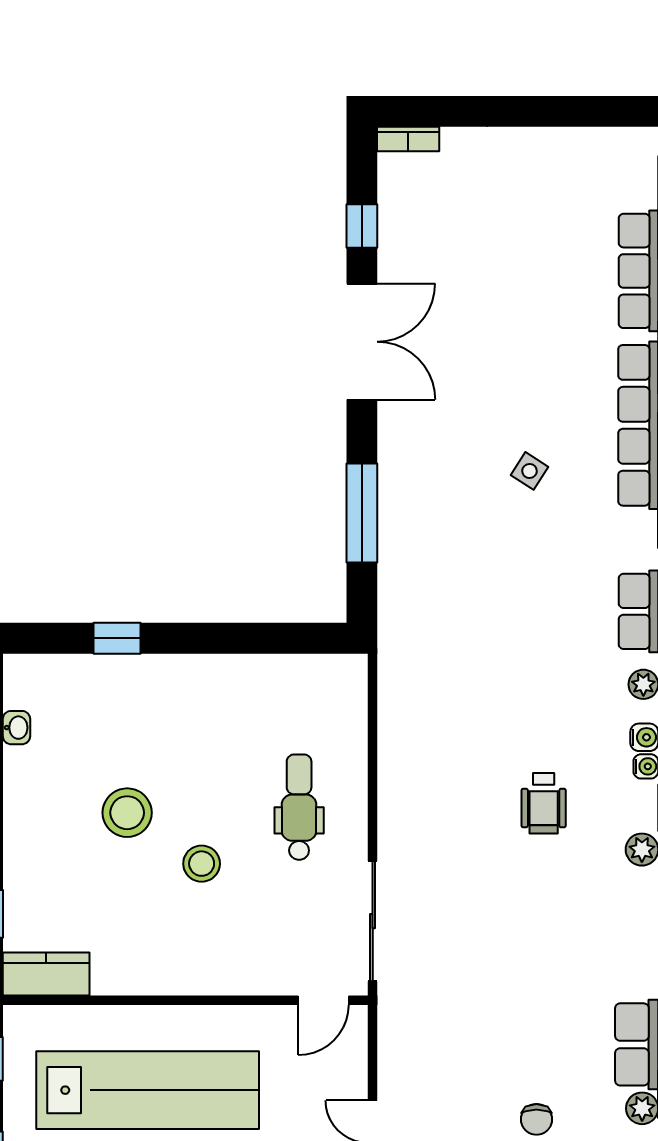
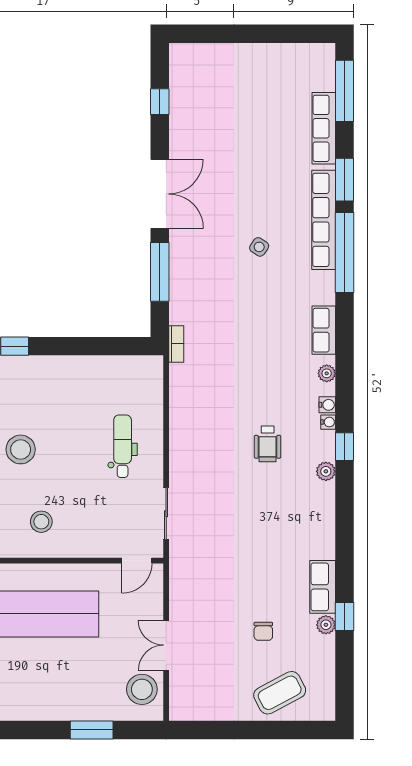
bookcase: (408, 139) -> (176, 344), moved, turned -90
double door: (362, 342) -> (160, 194), moved
stool: (202, 864) -> (41, 522), moved
sliding door: (373, 921) -> (166, 514), width x0.73

